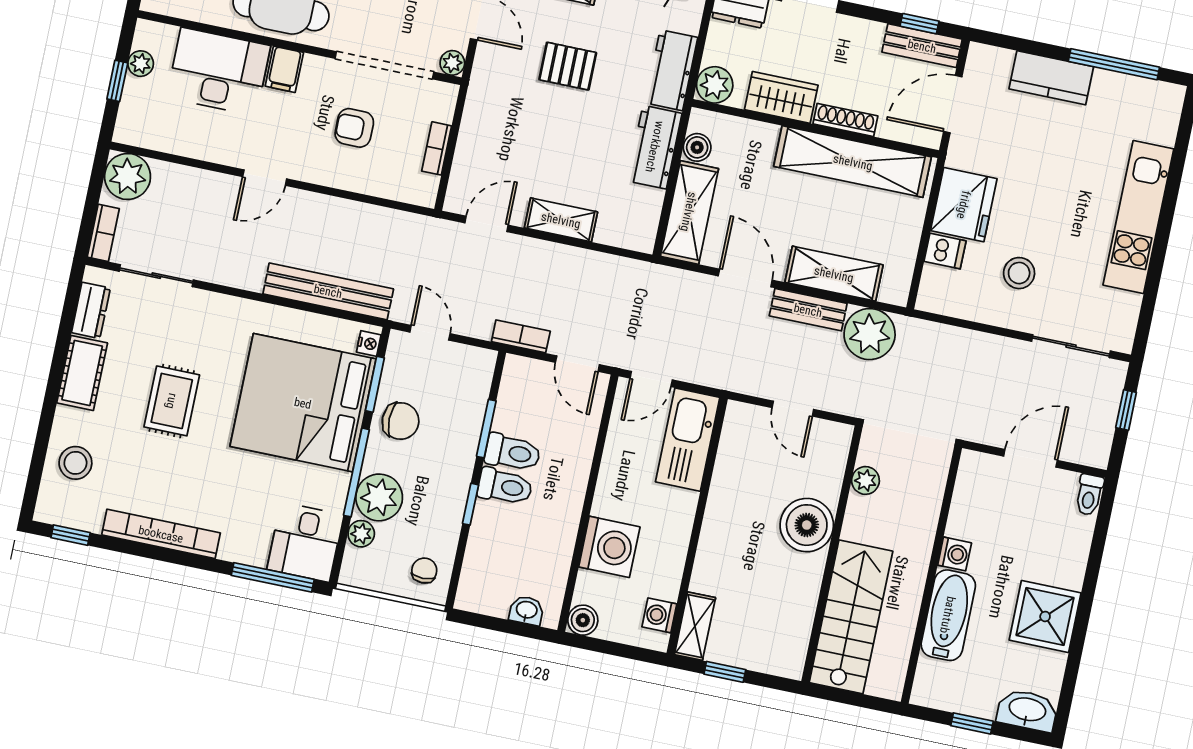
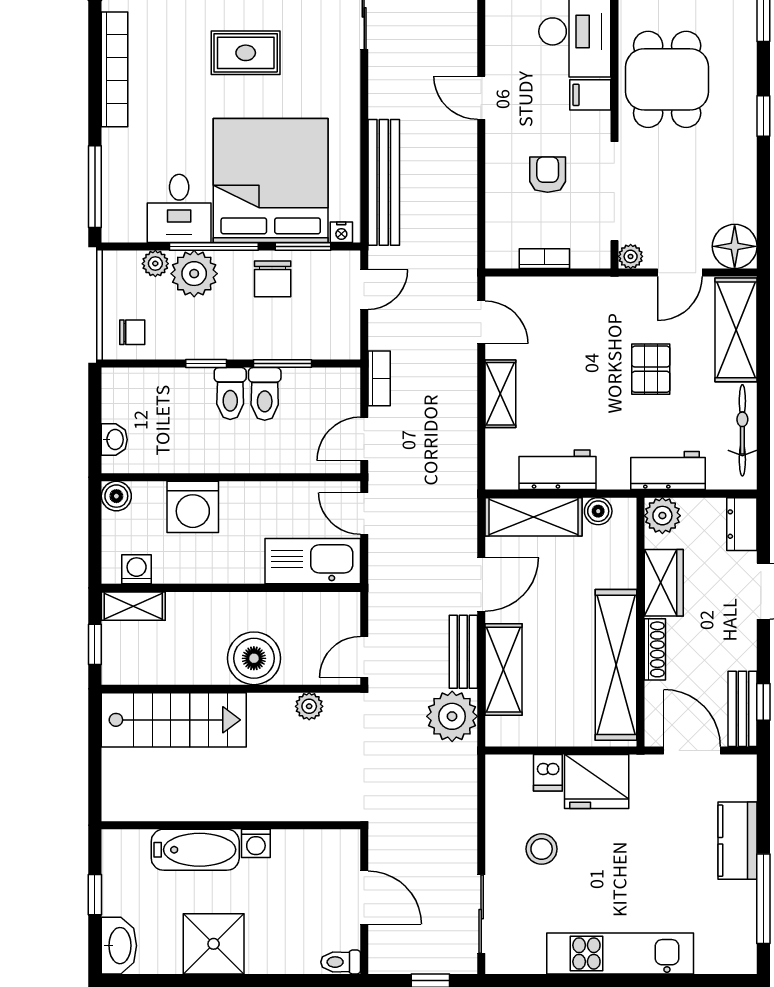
workbench: (655, 147) -> (558, 470), moved
plant: (865, 480) -> (309, 706), moved
boiler: (807, 525) -> (254, 658), moved
desk: (305, 542) -> (179, 208), moved, turned -90
wall: (832, 554) -> (231, 689), moved
stairs: (851, 617) -> (174, 720), moved

